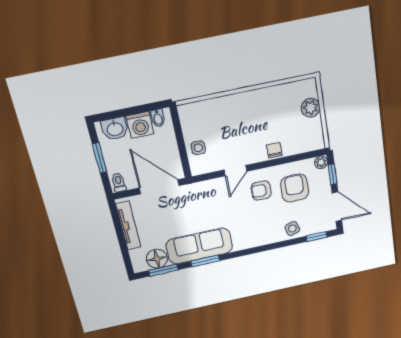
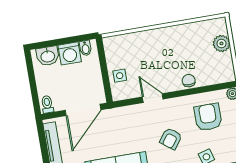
window: (100, 158) -> (32, 81), removed
door: (235, 171) -> (153, 98), swing flipped
door: (159, 187) -> (83, 110), swing flipped
armchair: (261, 190) -> (171, 139), moved, turned -55

